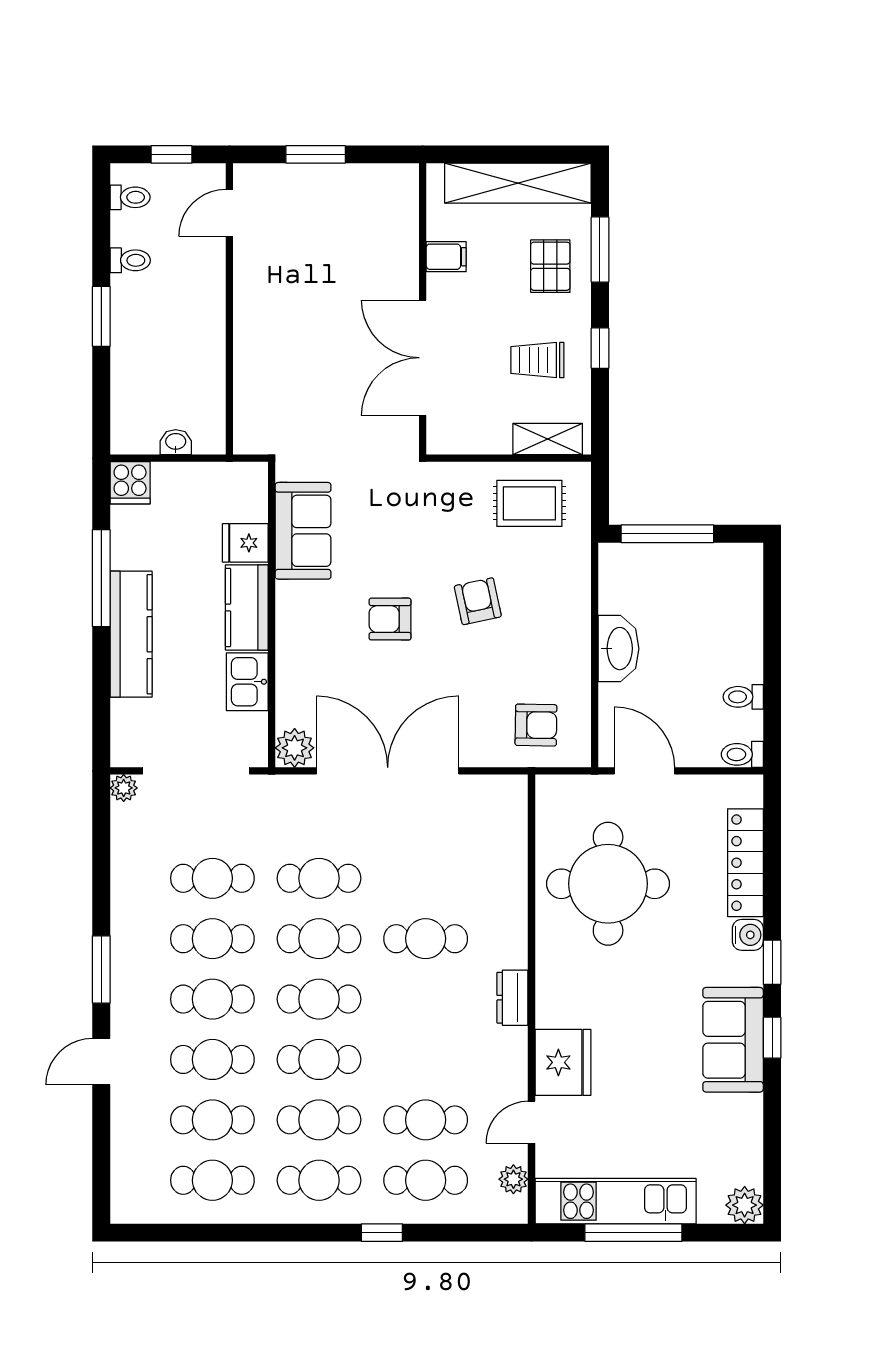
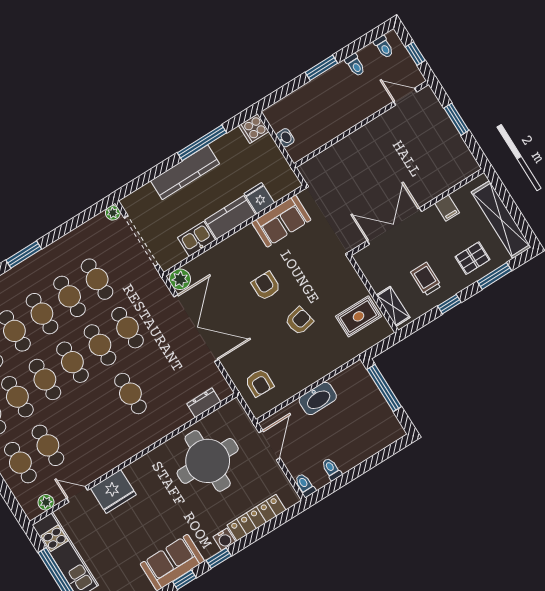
rug: (529, 503) -> (358, 316), turned 90
dresser: (512, 998) -> (204, 403), moved

